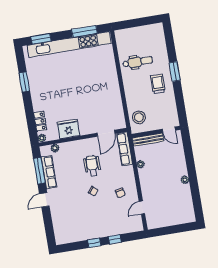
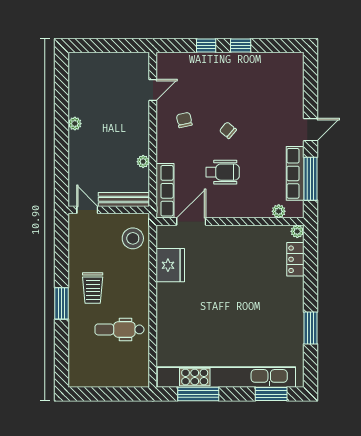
fridge: (68, 129) -> (170, 265), moved, turned -90
wheelchair: (92, 166) -> (223, 172), turned -90

